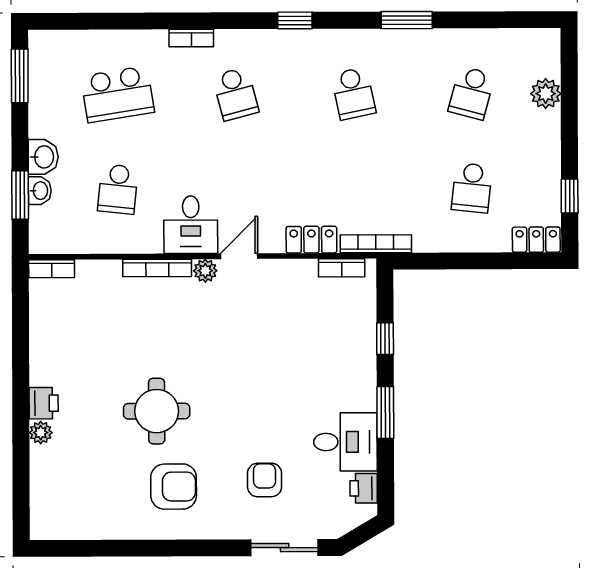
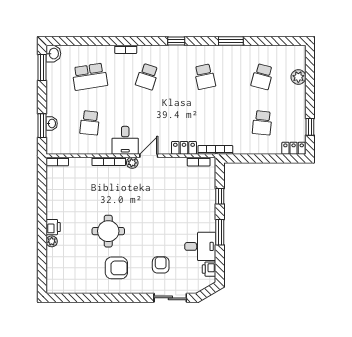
school desk: (236, 94) -> (147, 77), turned 33
washbasin: (43, 157) -> (53, 54), moved

